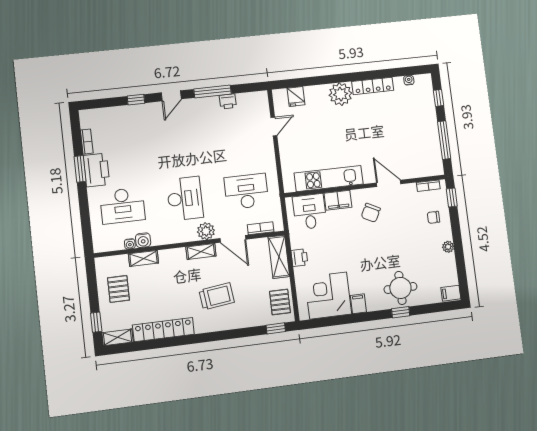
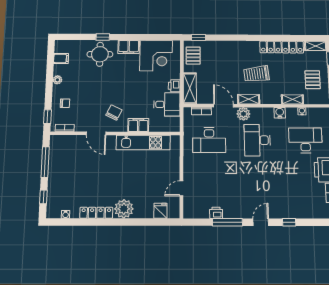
desk: (310, 212) -> (167, 104), moved, turned -90
water cooler: (143, 240) -> (280, 113), moved
filing cabinet: (451, 293) -> (61, 58), moved
trolley: (217, 296) -> (256, 74), moved
filing cabinet: (358, 304) -> (129, 47), width x2.00

